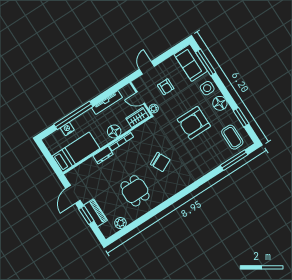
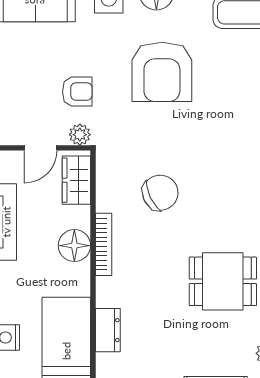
armchair: (166, 87) -> (77, 92), moved
dresser: (103, 155) -> (108, 330), moved
chair: (160, 162) -> (160, 193), moved

